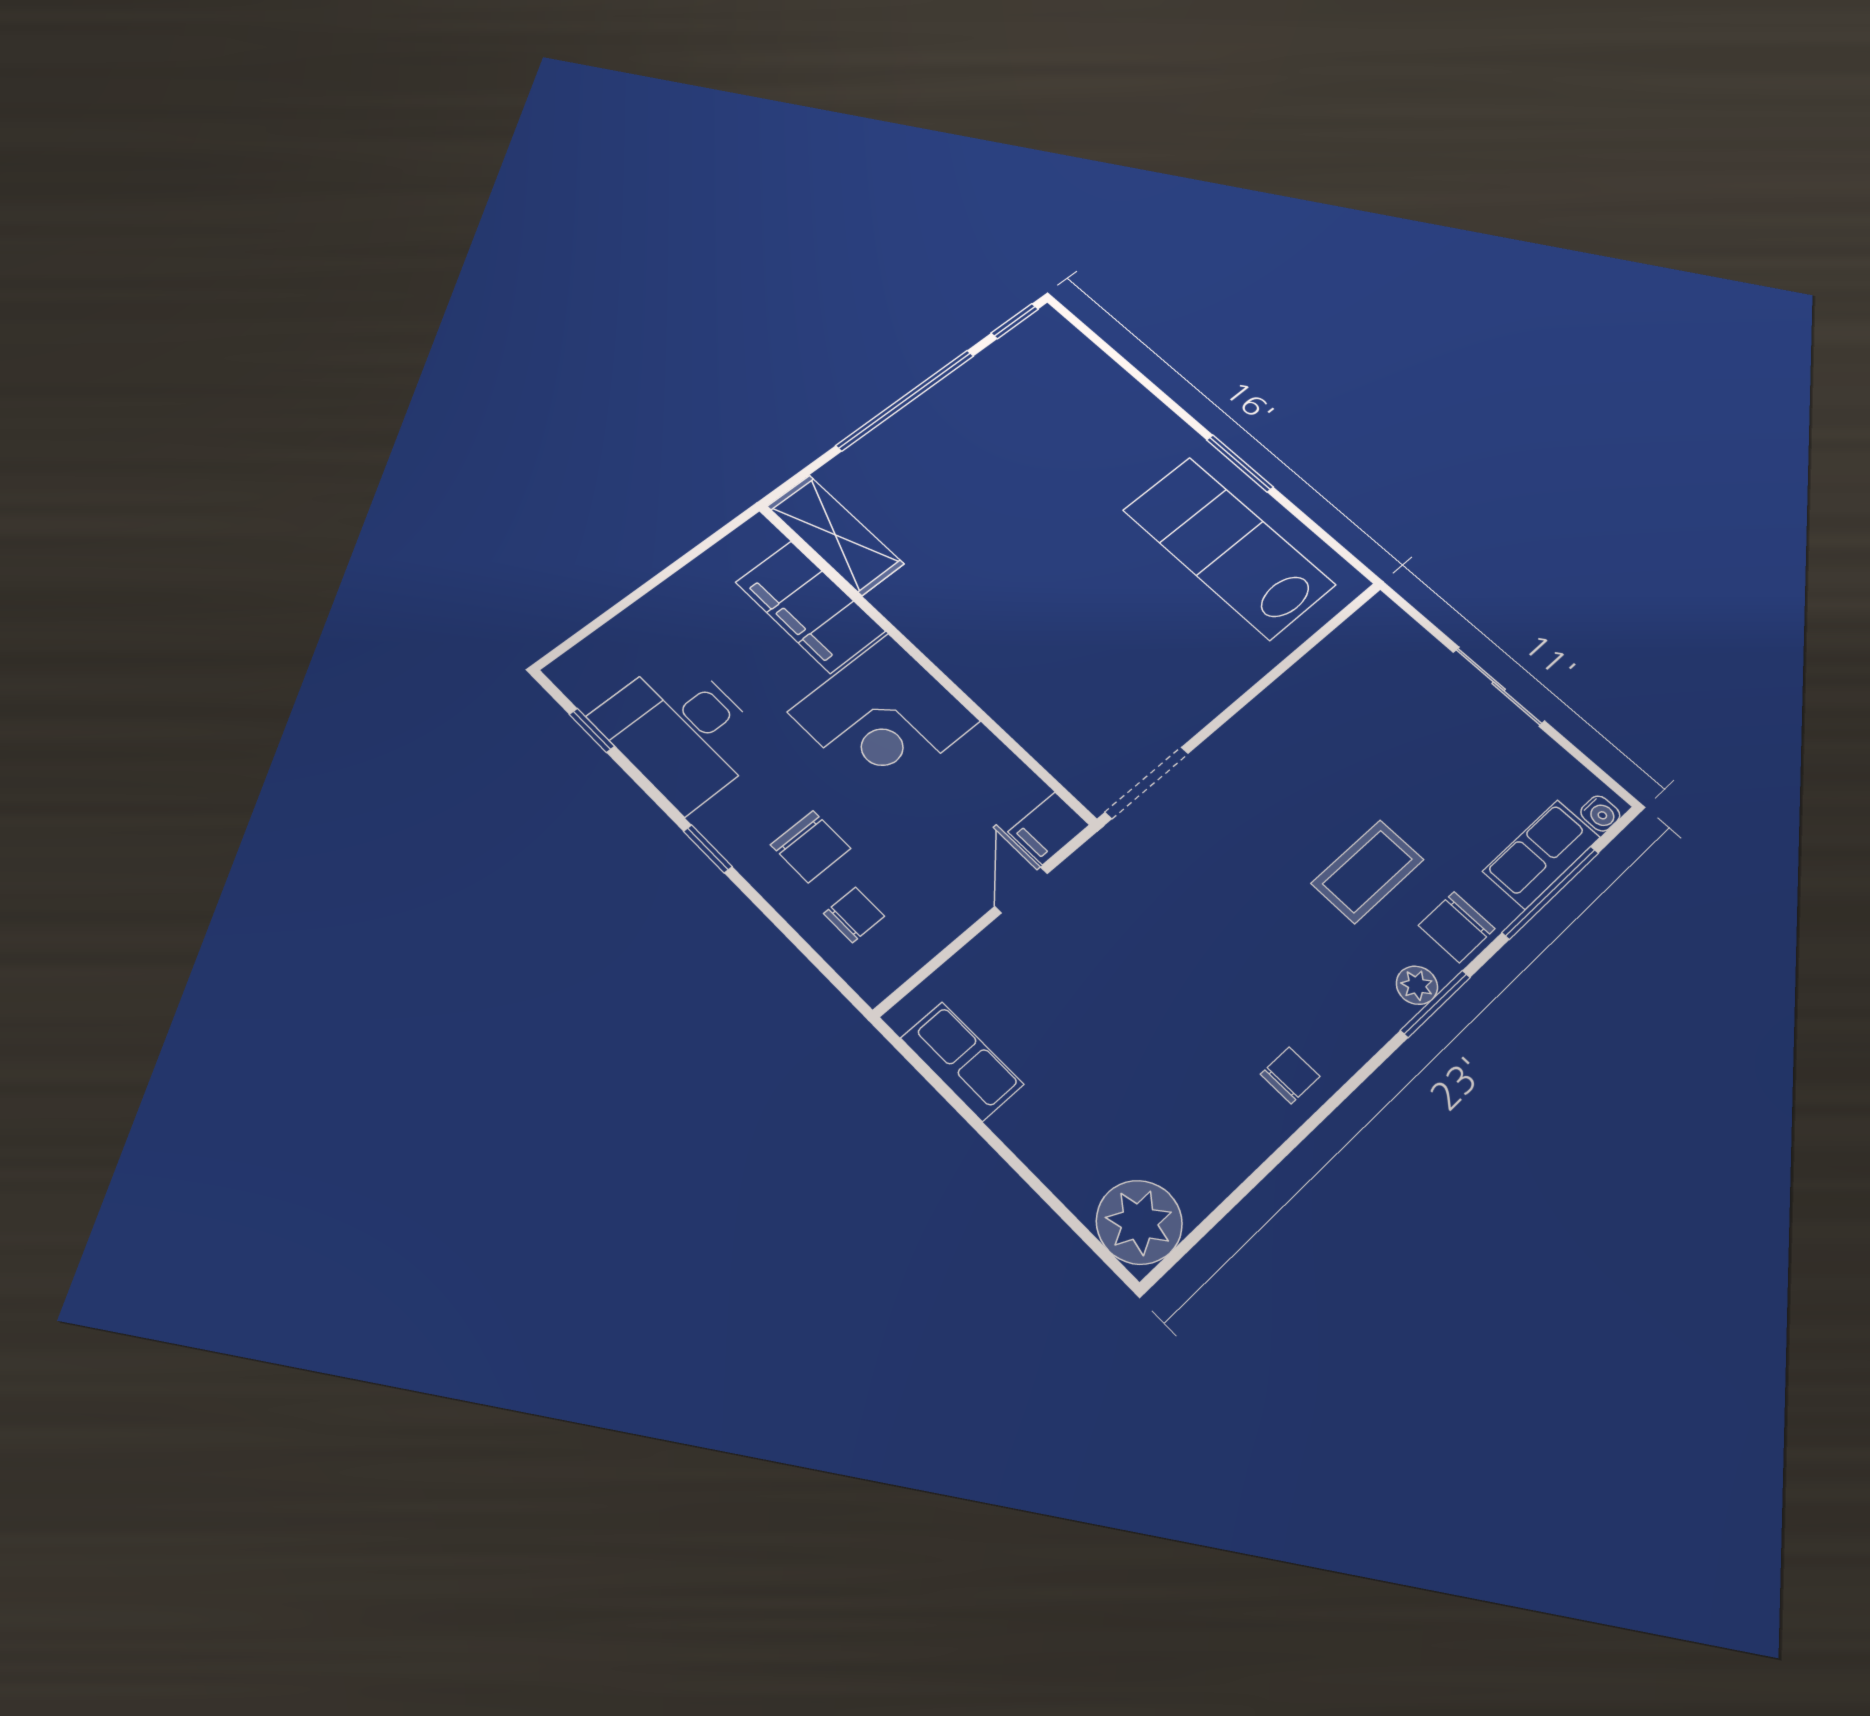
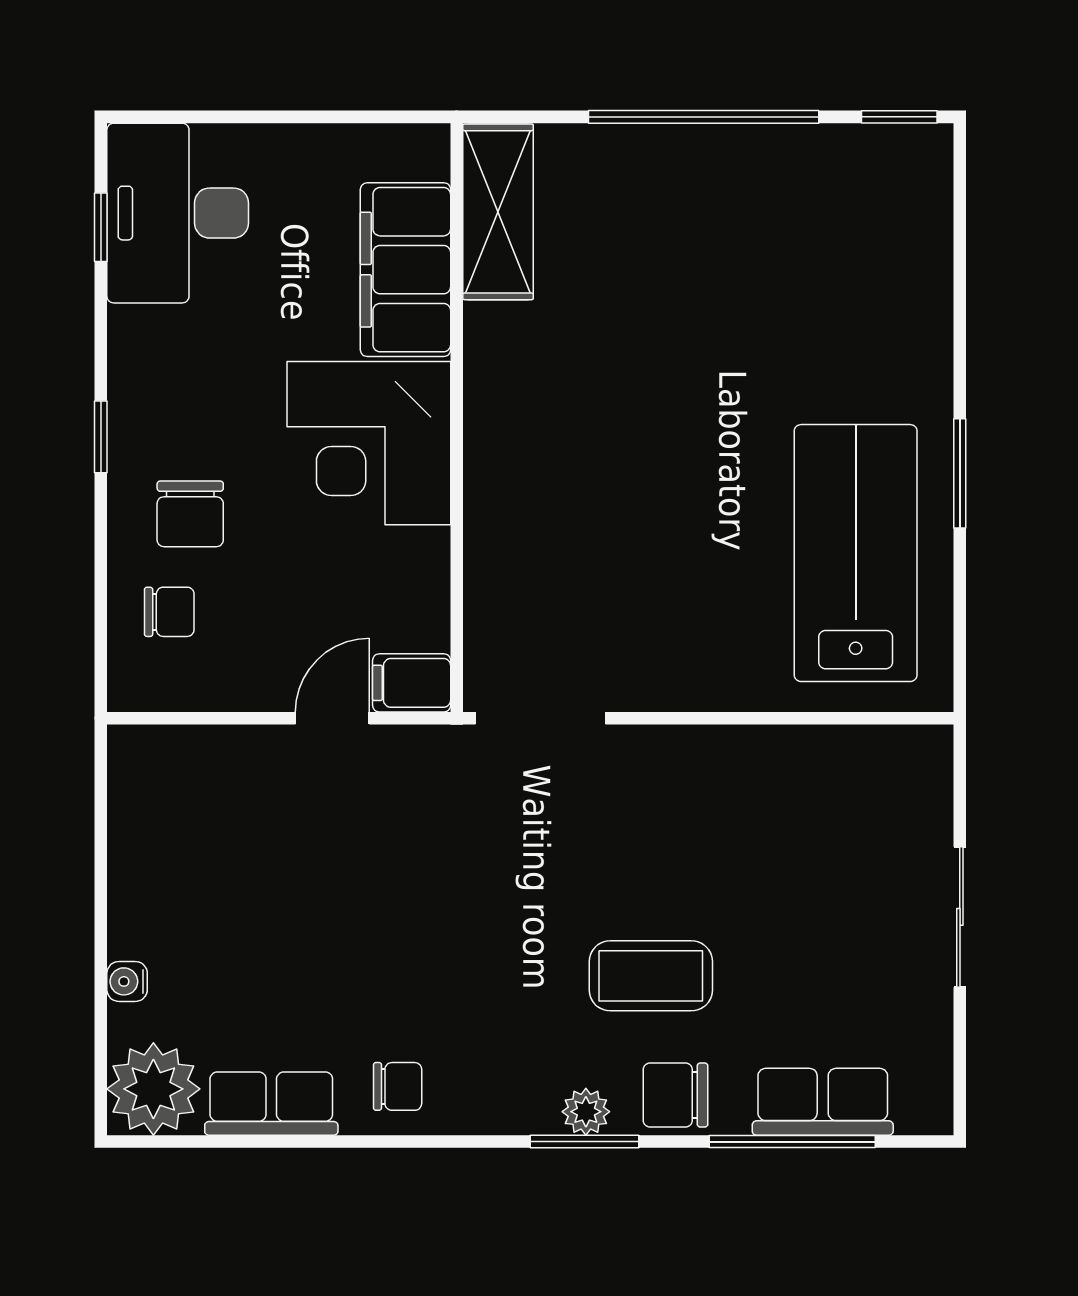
desk: (681, 731) -> (178, 213), moved
water cooler: (1600, 814) -> (127, 981), moved, turned 90
row of seats: (962, 1061) -> (271, 1104), moved, turned -90

